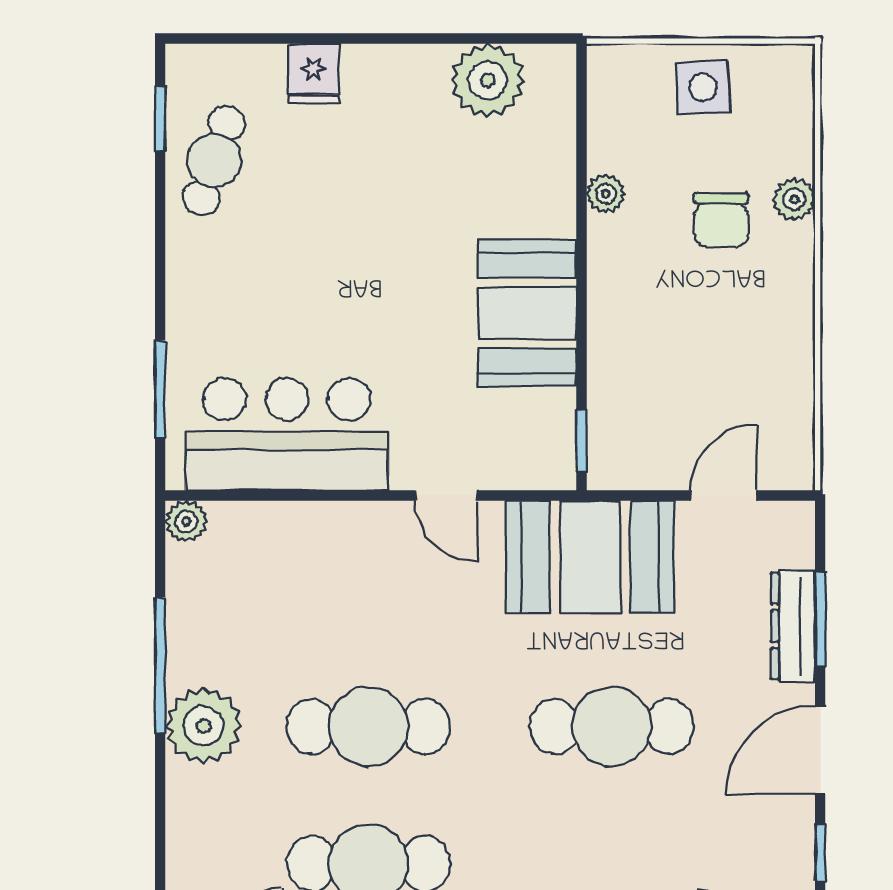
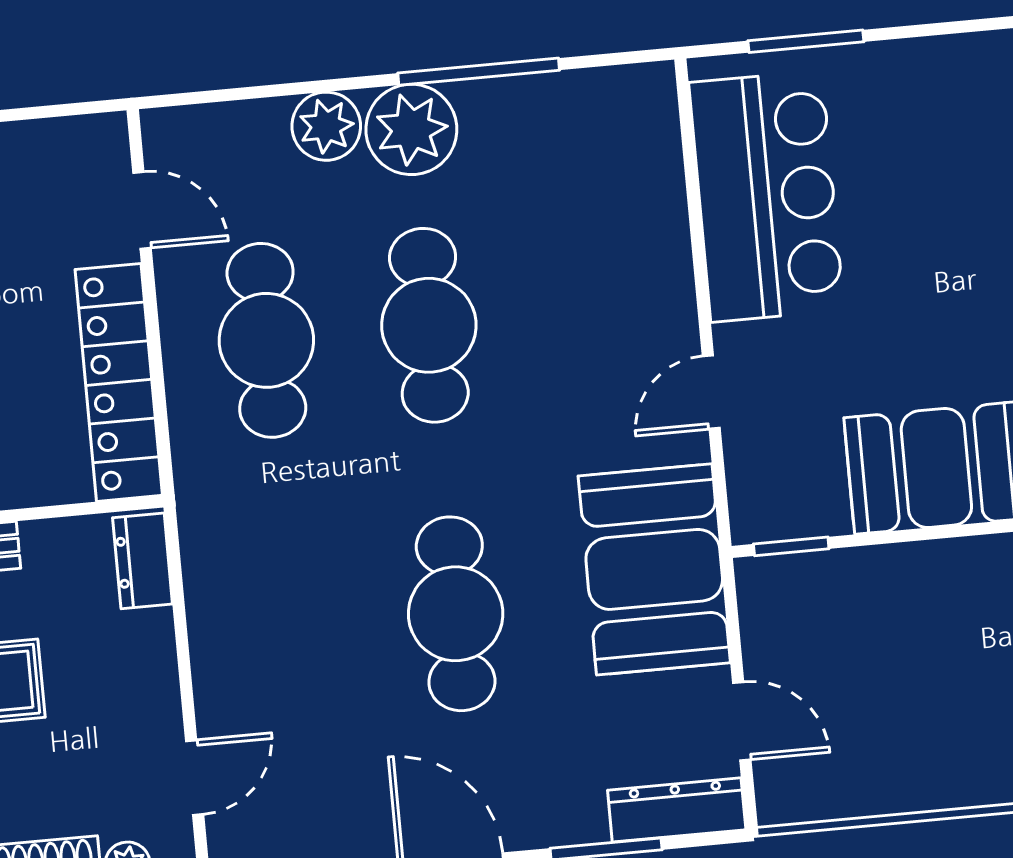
plant: (186, 521) -> (326, 126), moved, width x1.38, depth x1.38
dresser: (793, 626) -> (677, 810), moved

